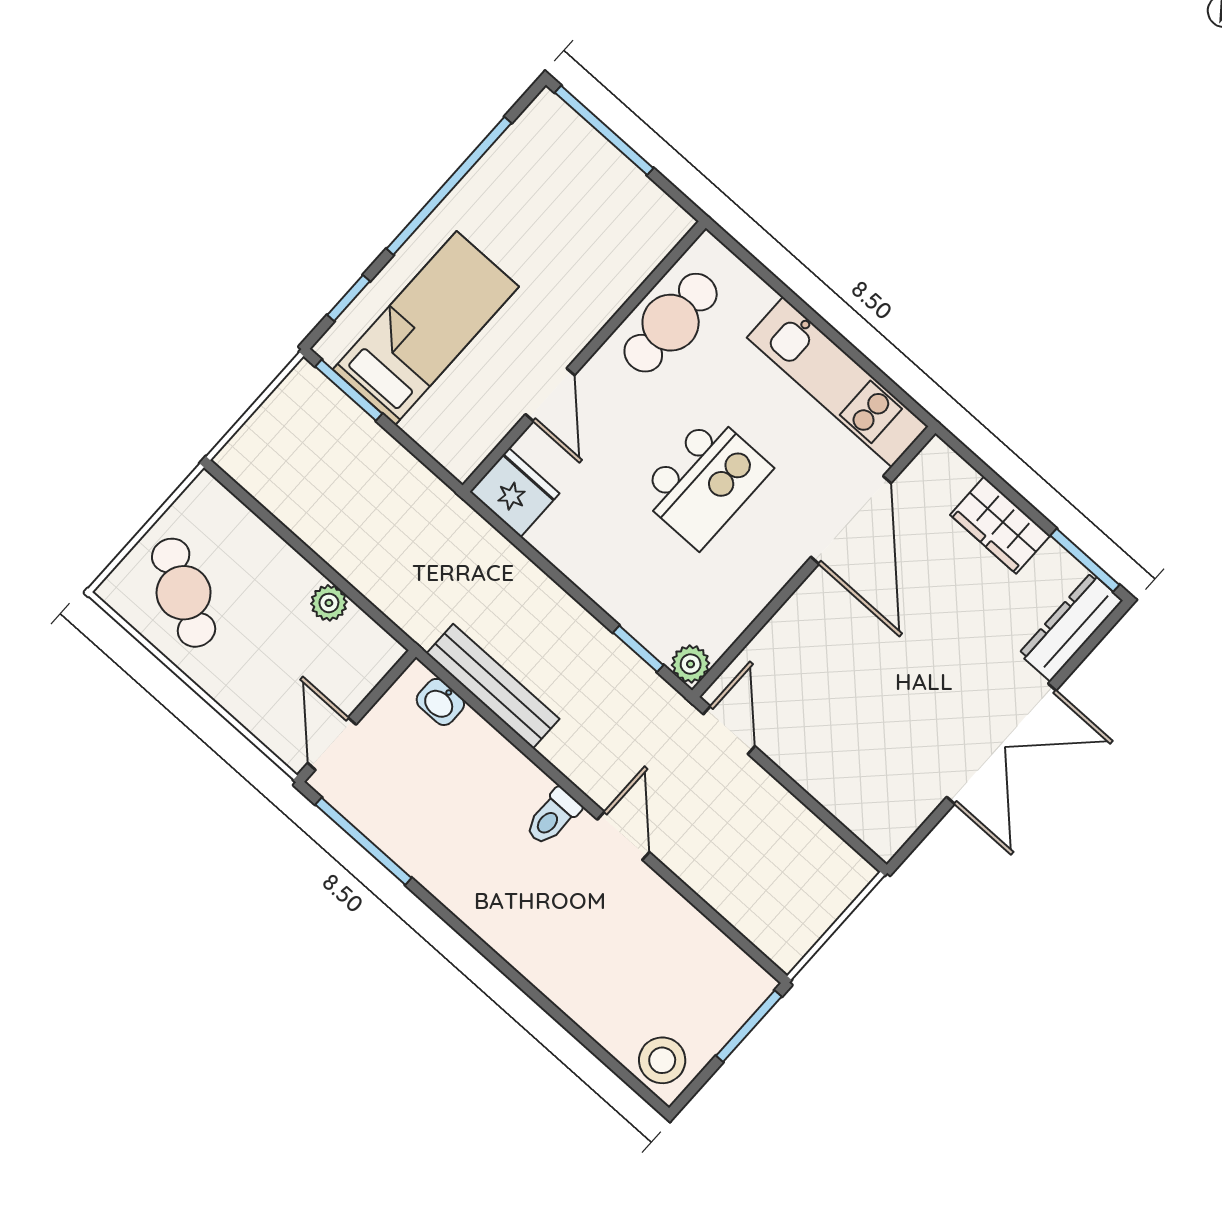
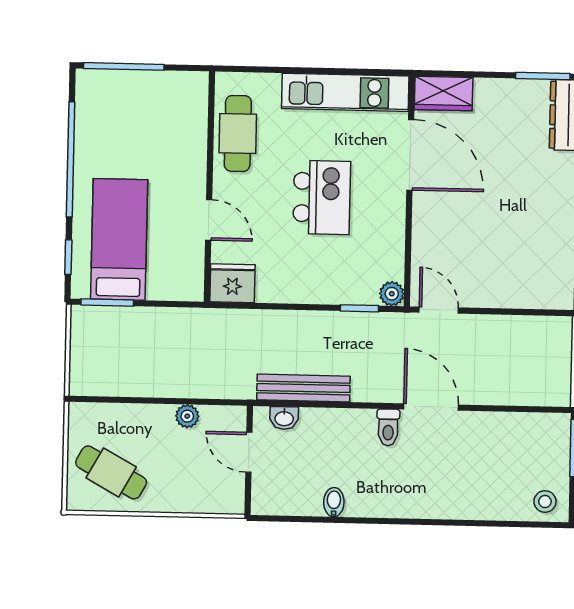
wardrobe: (1000, 525) -> (444, 93), moved
door: (332, 744) -> (249, 452), moved
door: (623, 836) -> (431, 407), width x1.38
window: (363, 841) -> (305, 519), removed
bidet: (414, 850) -> (334, 502), added
stool: (662, 1060) -> (545, 502), width x0.73, depth x0.73

